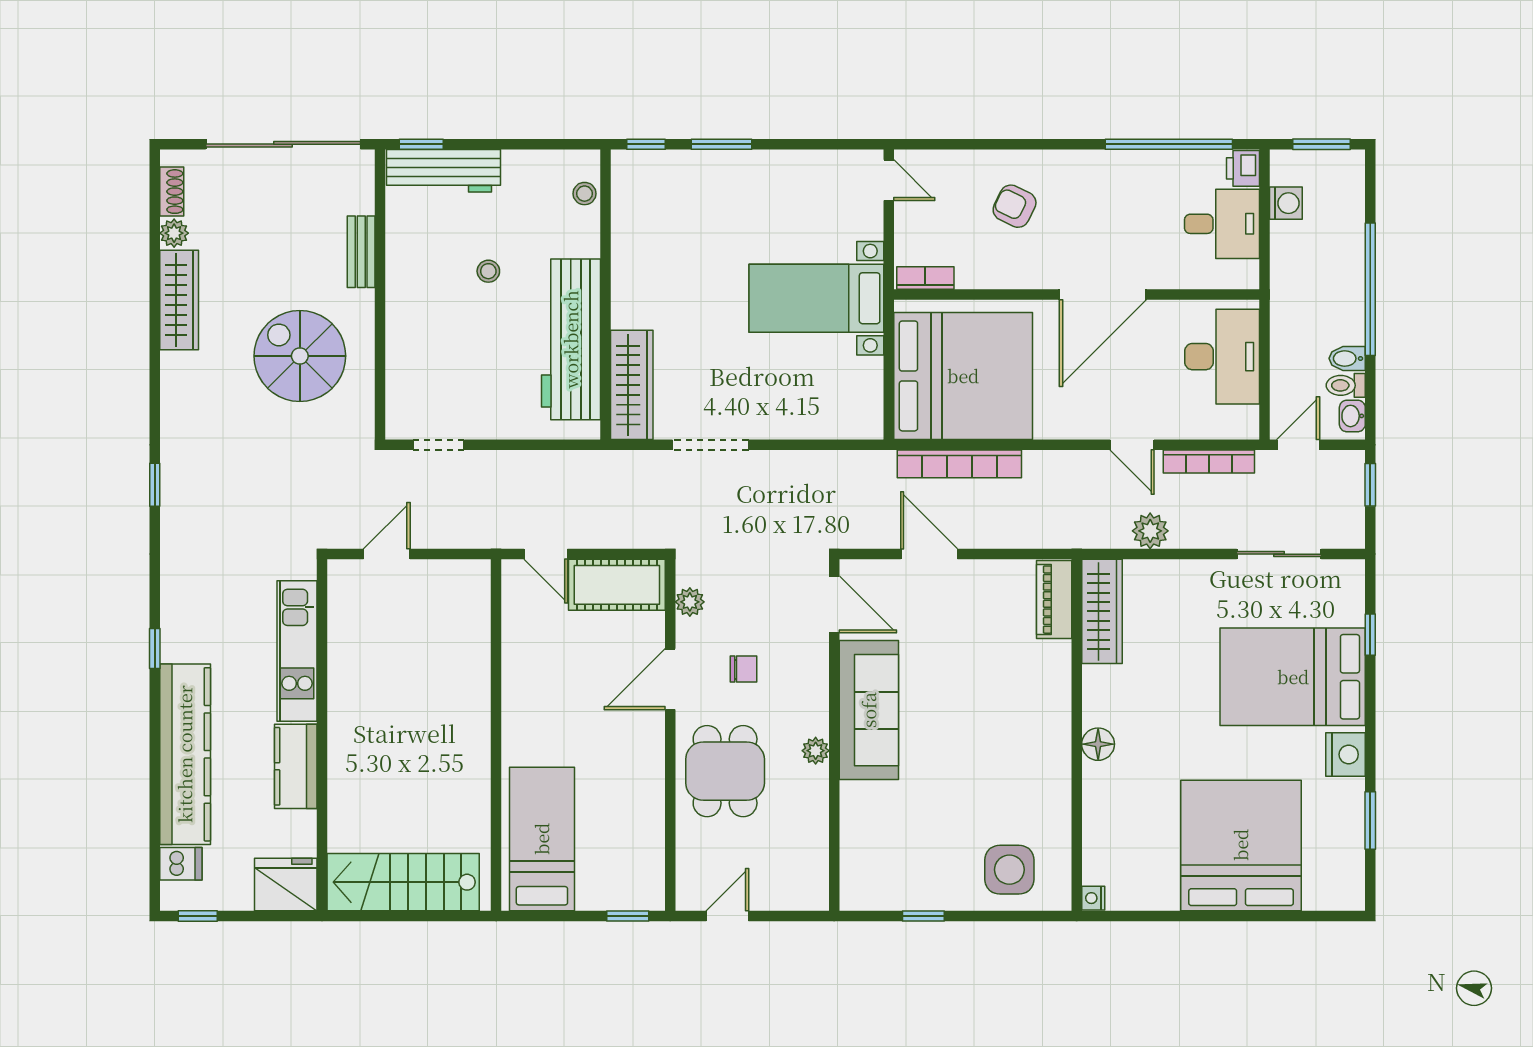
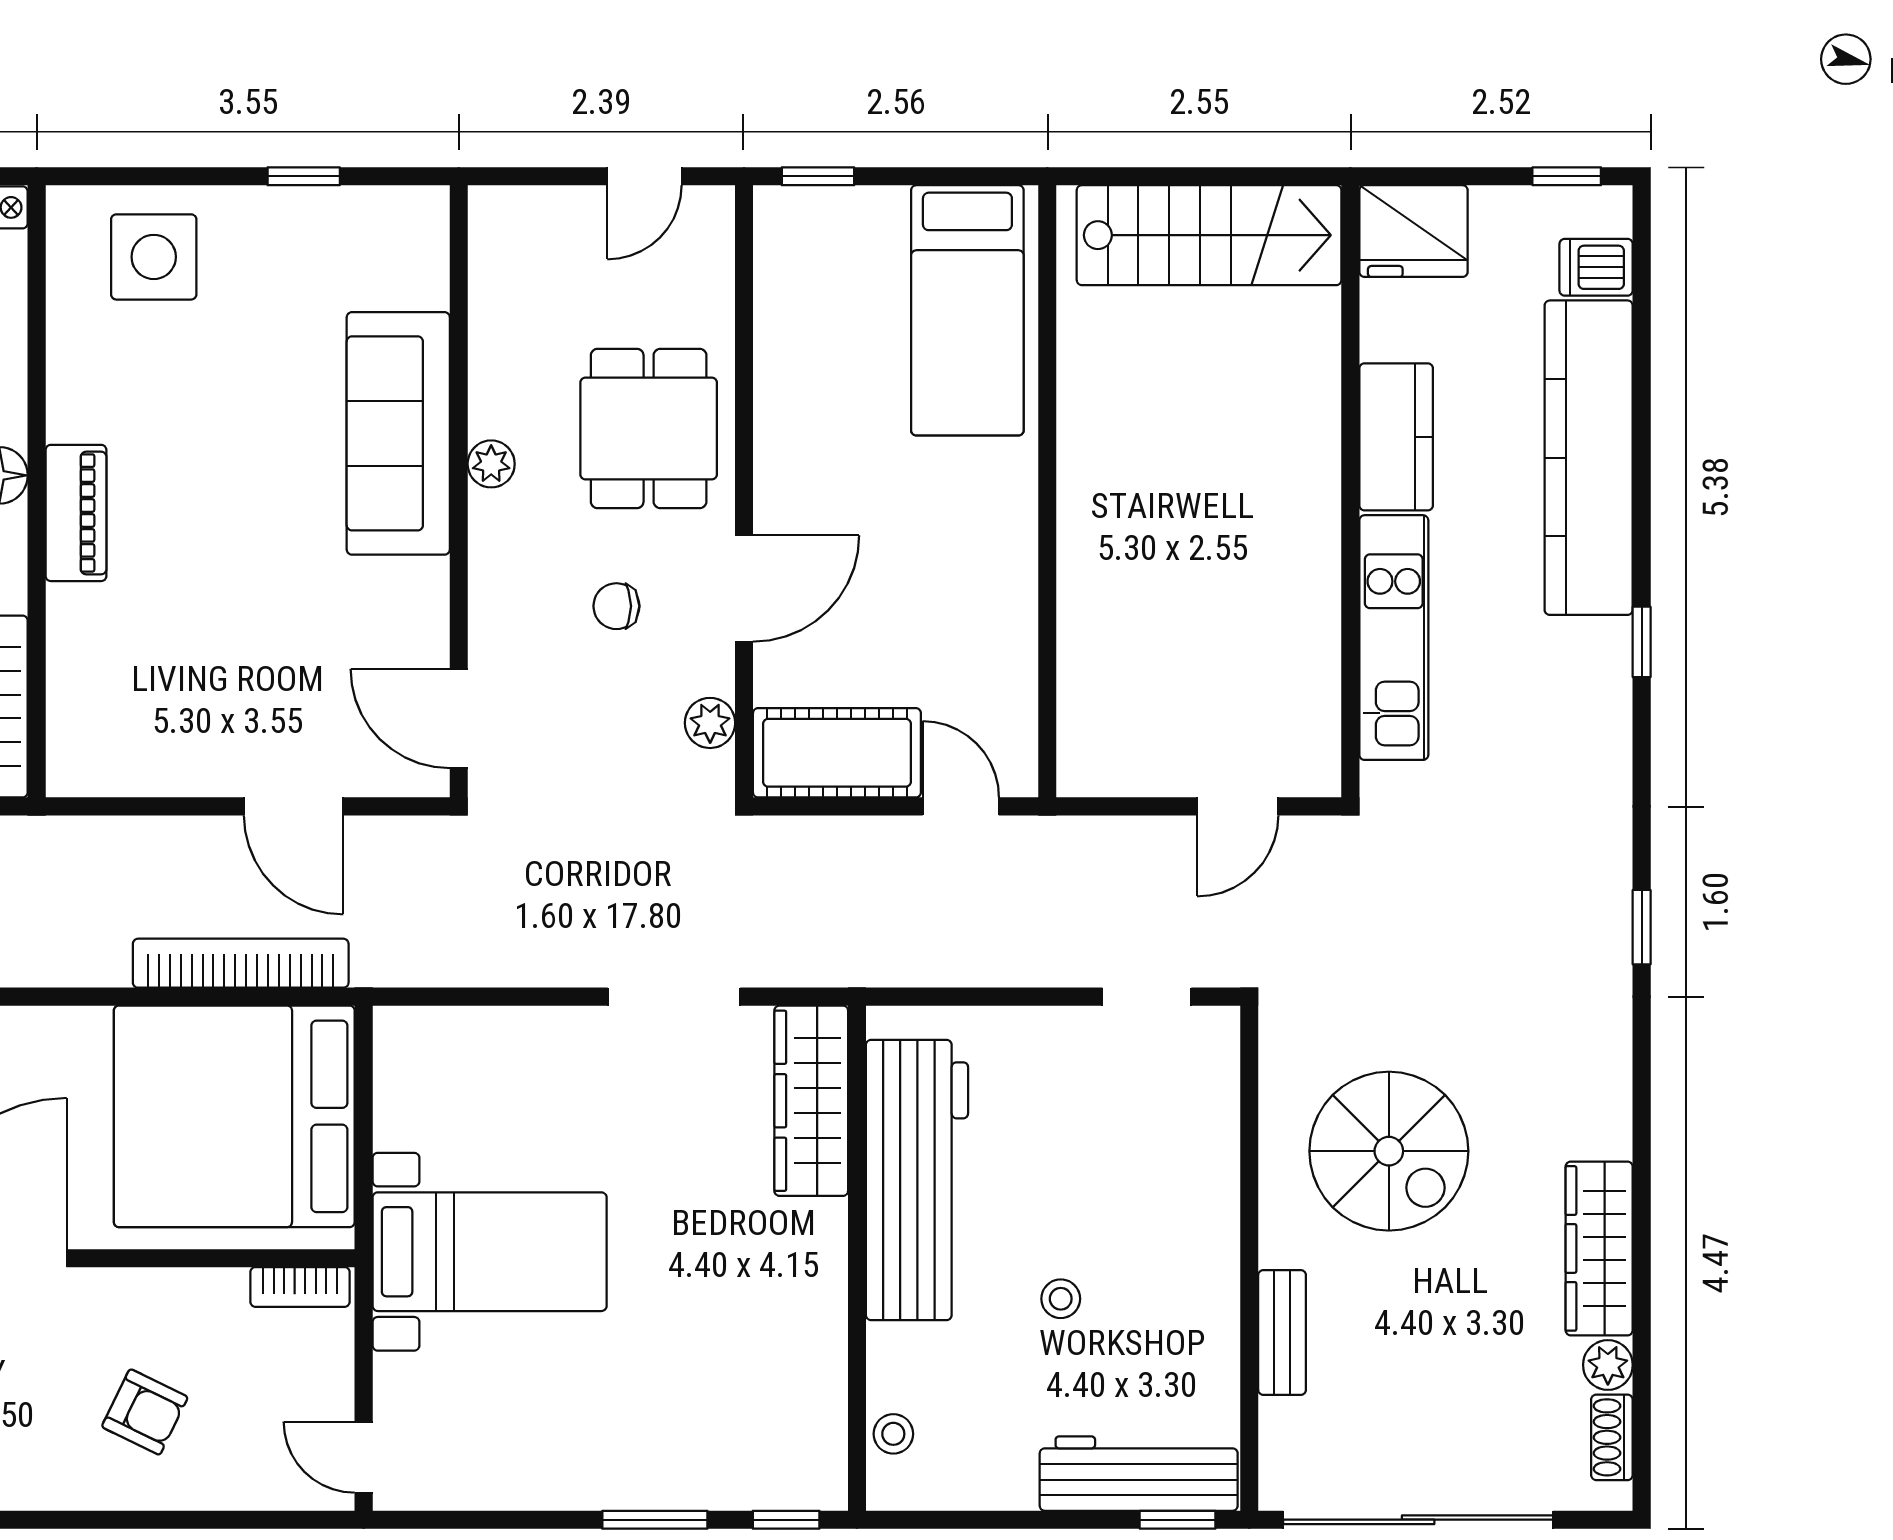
piano: (1054, 600) -> (76, 513), moved
sofa: (869, 710) -> (398, 433), moved

